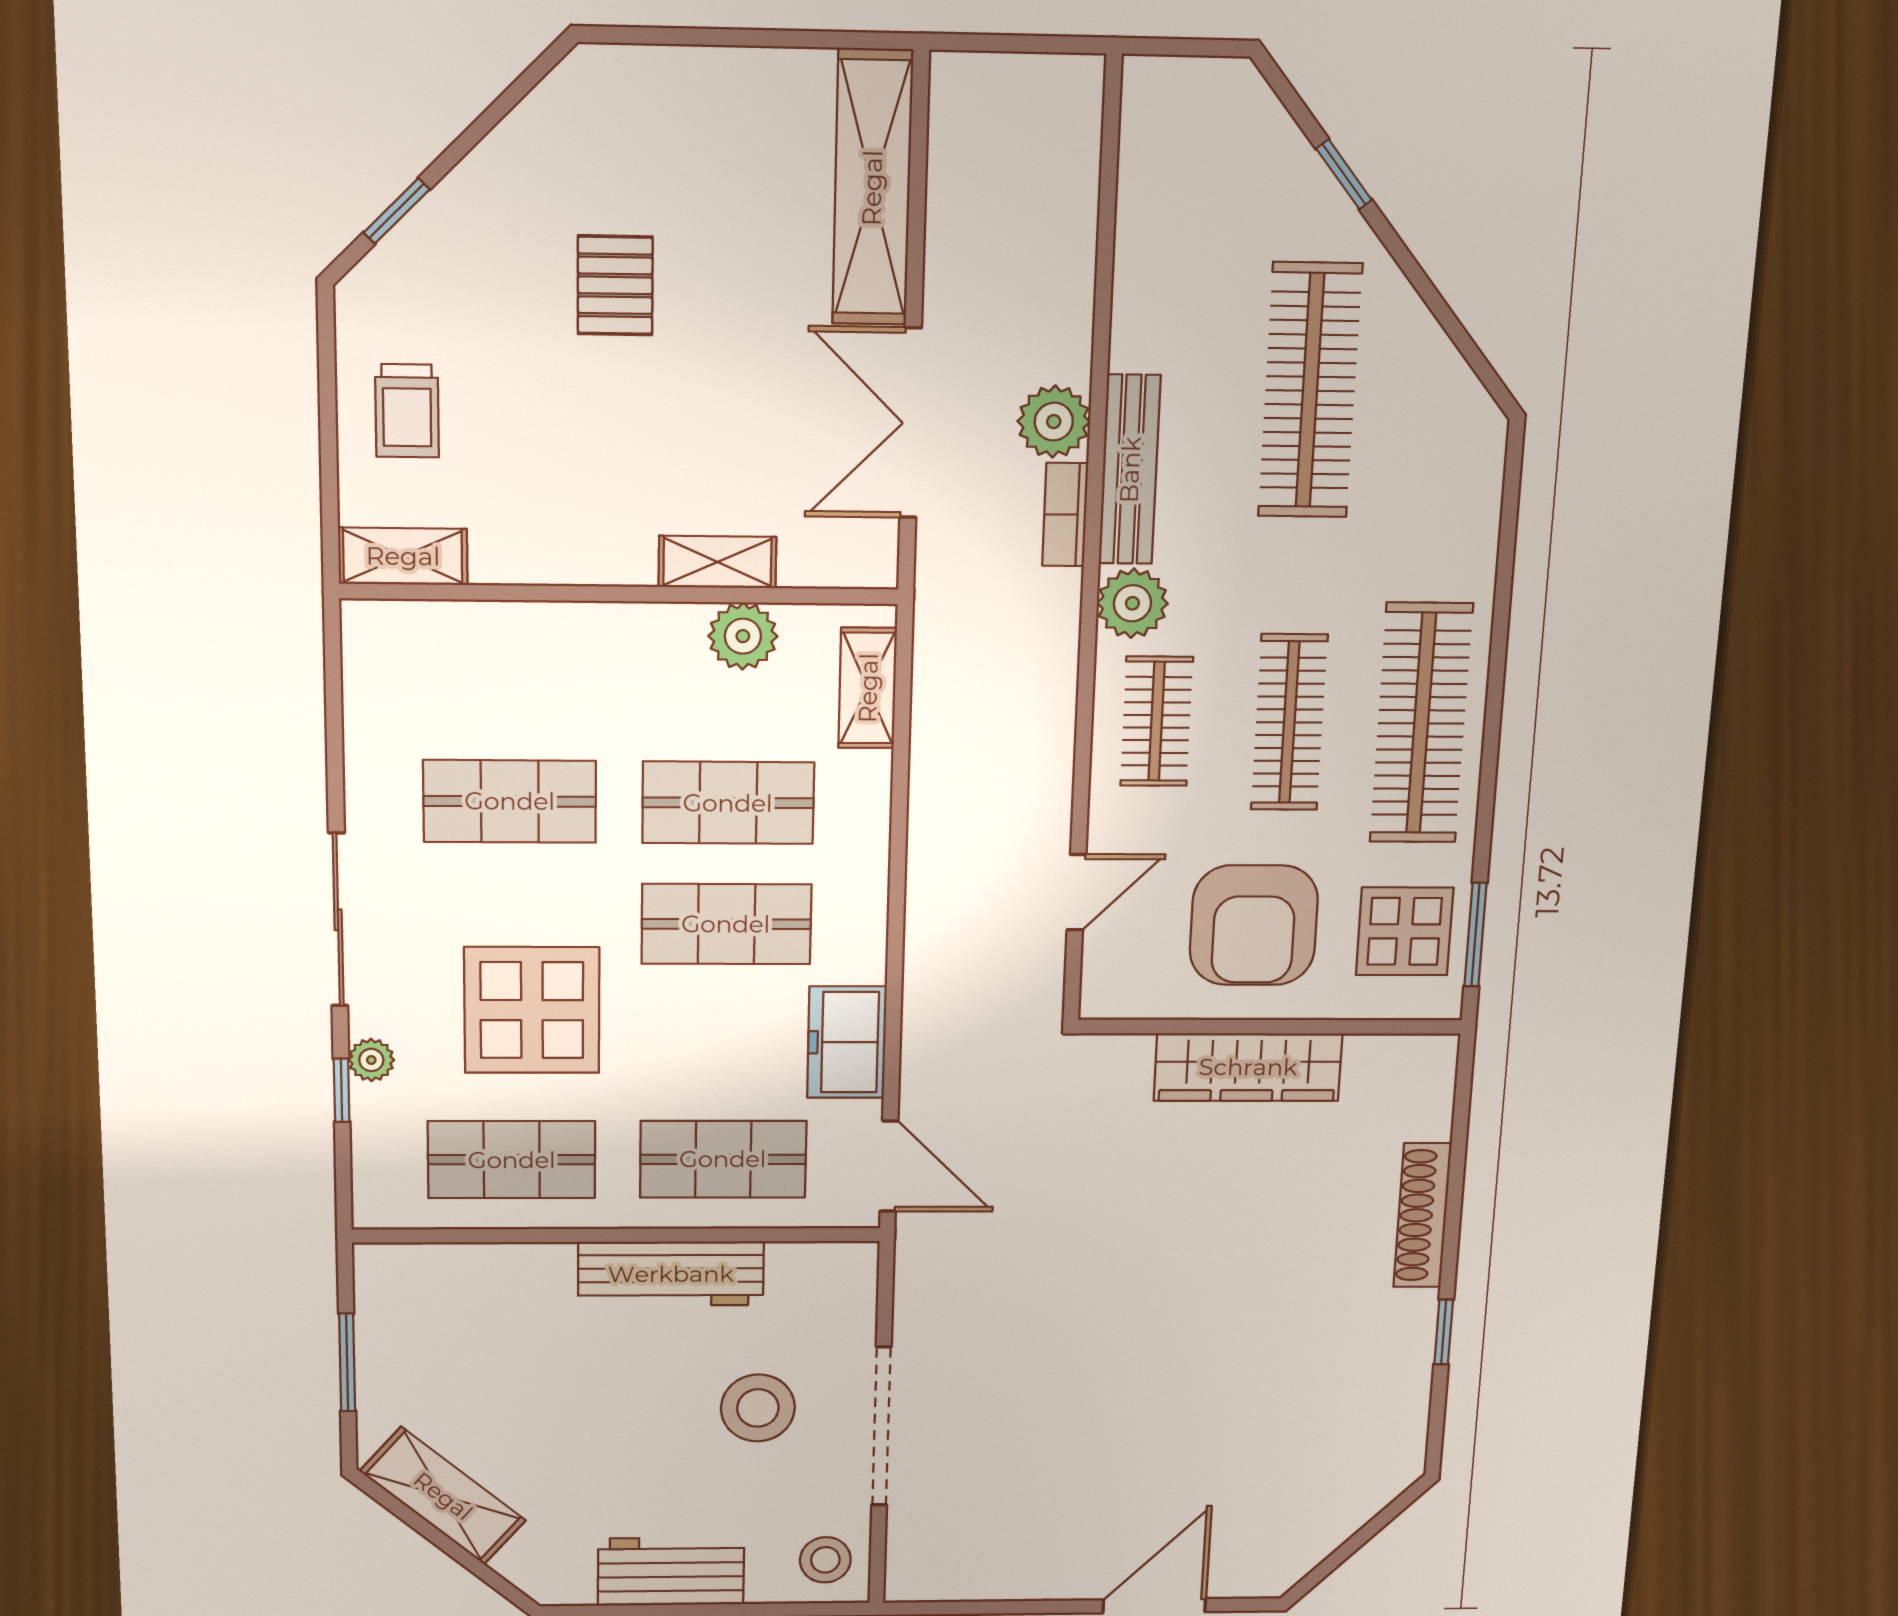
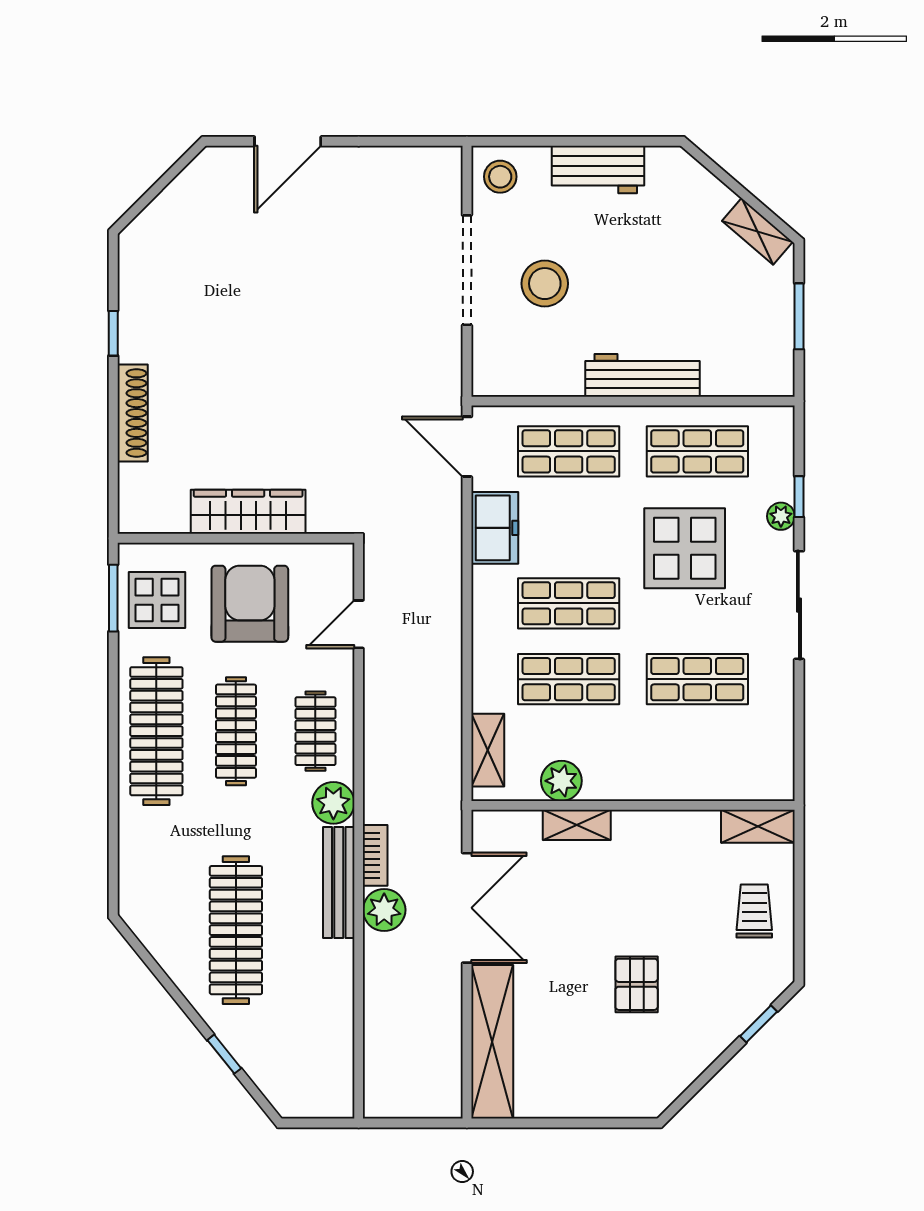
workbench: (671, 1274) -> (642, 375), moved
shelving: (443, 1496) -> (757, 231), width x0.67, depth x0.75

